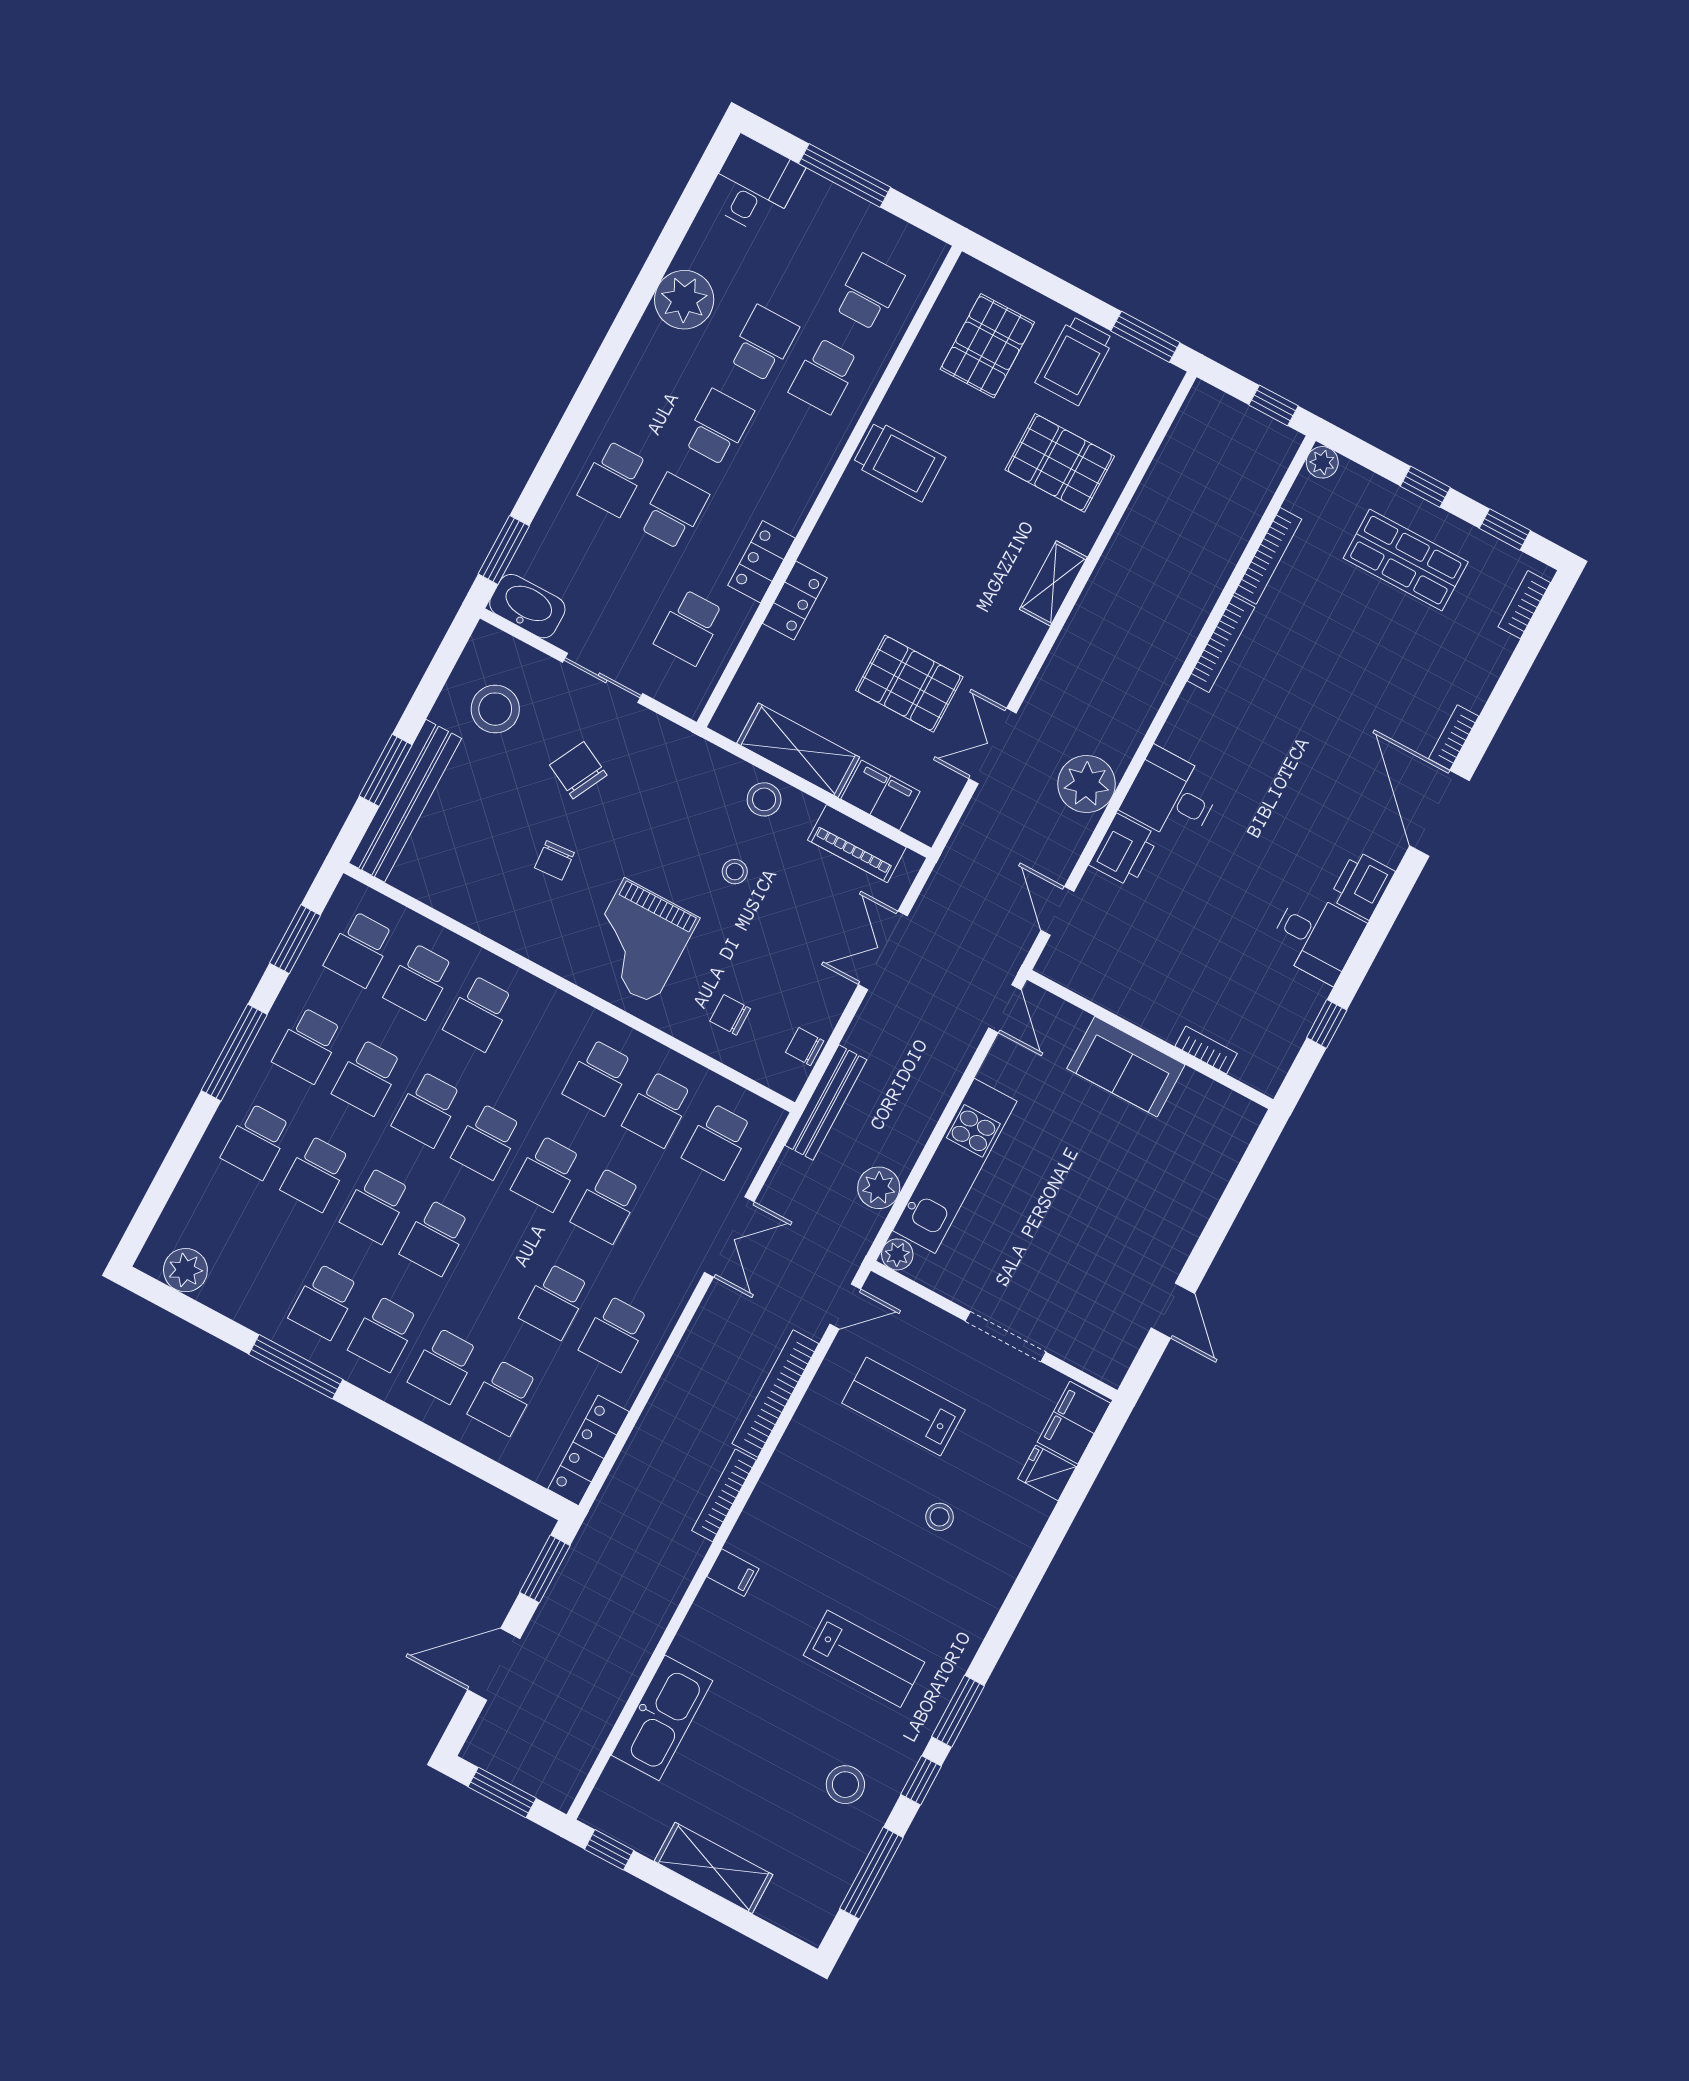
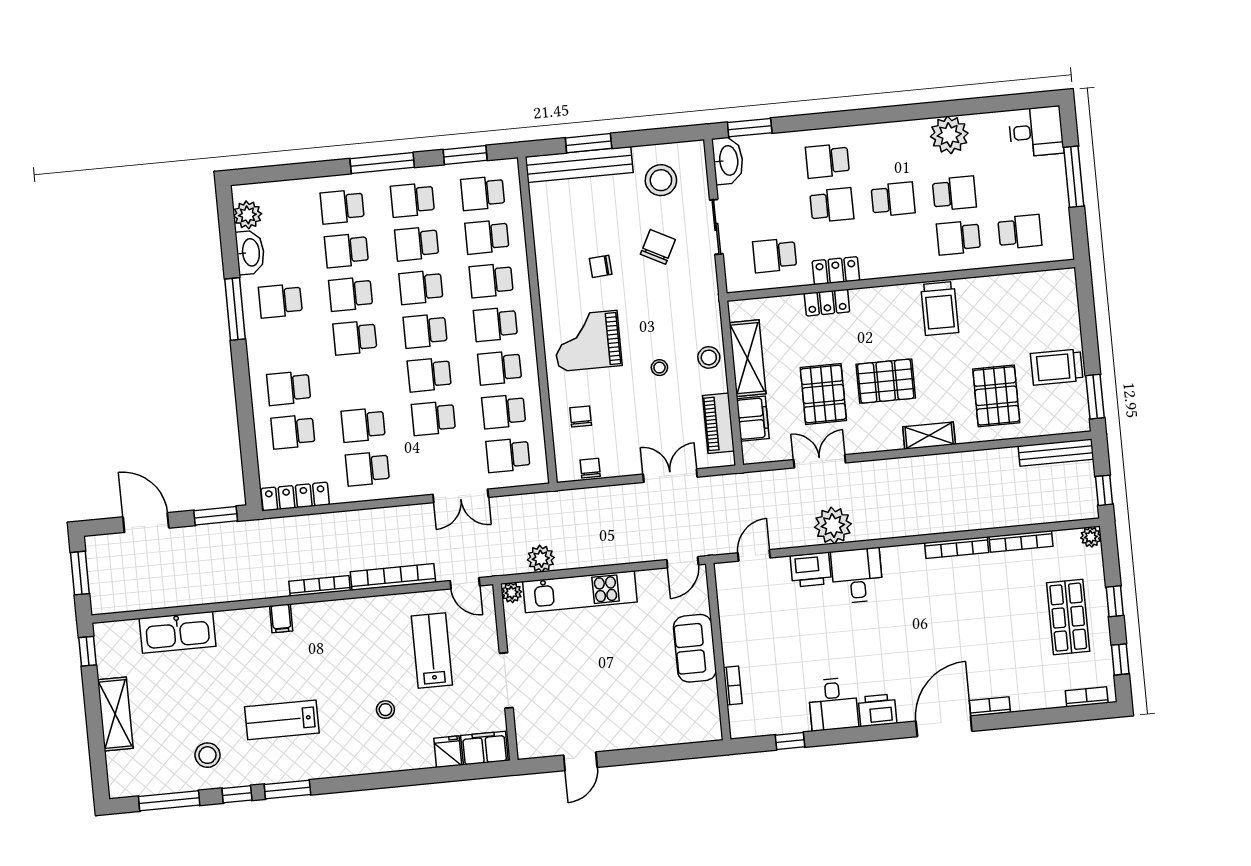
pallet: (987, 346) -> (886, 381), moved
bench: (826, 1103) -> (1056, 453), moved
washbasin: (236, 1299) -> (250, 252), added
school desk: (384, 1334) -> (495, 324), moved
lab bench: (864, 1659) -> (282, 720), turned 90

